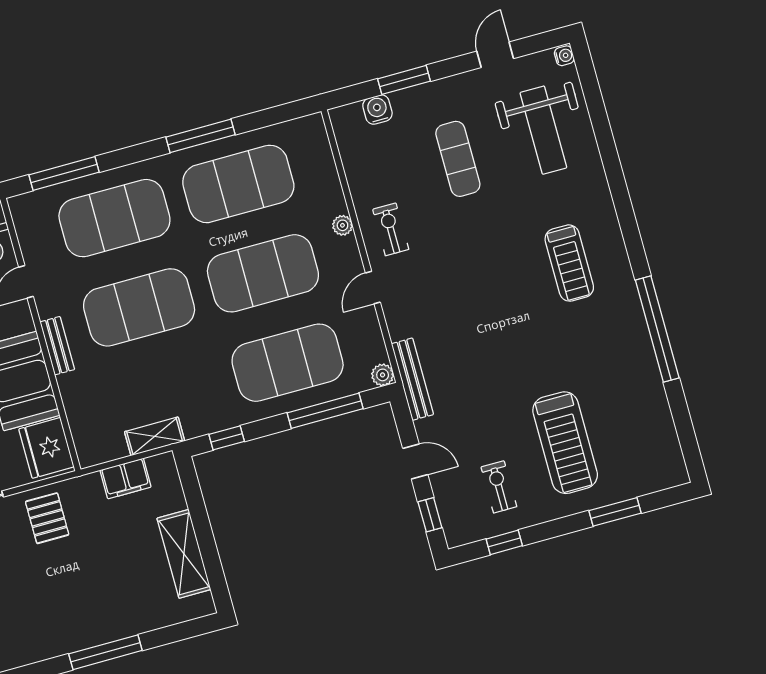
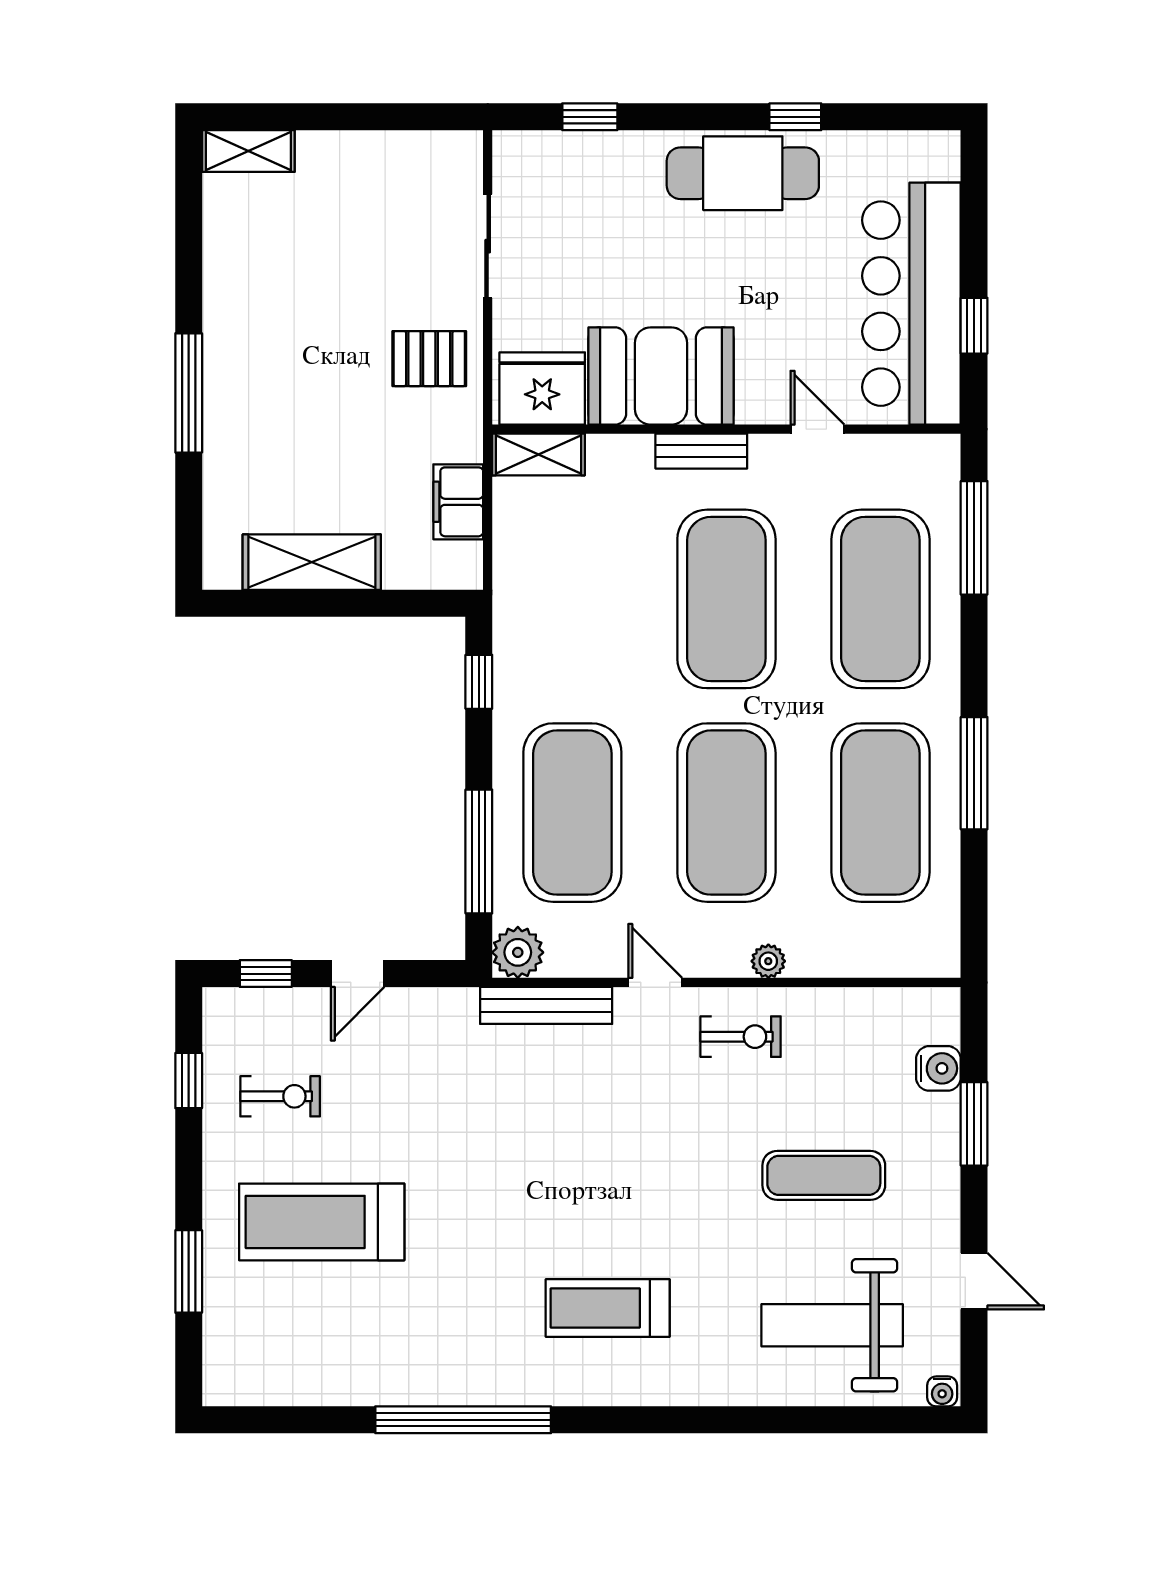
plant: (383, 375) -> (518, 952), width x1.38, depth x1.38
bench: (412, 379) -> (546, 1005), moved
shelving: (155, 436) -> (538, 454), moved, turned 90

